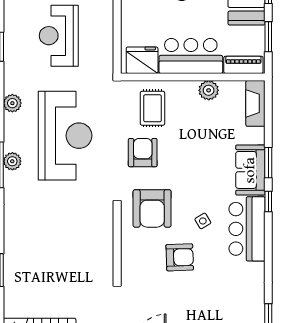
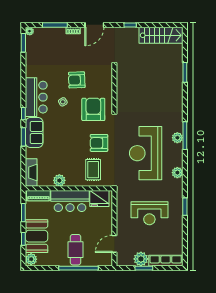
reception desk: (59, 36) -> (149, 213), turned 90
armchair: (143, 153) -> (99, 143), turned 90

